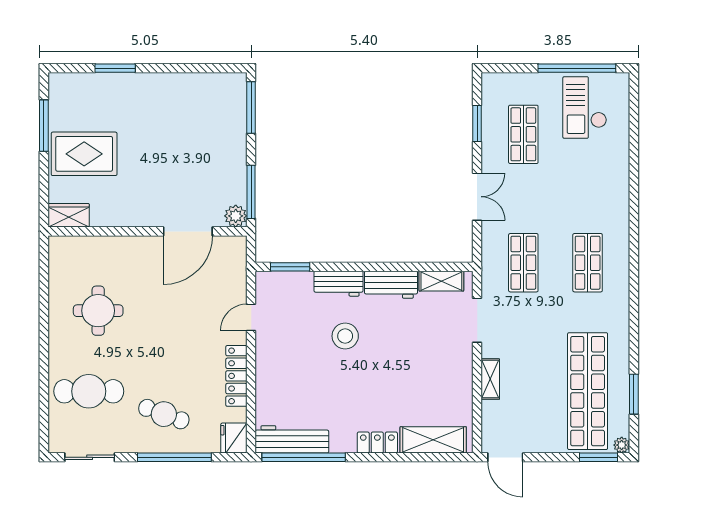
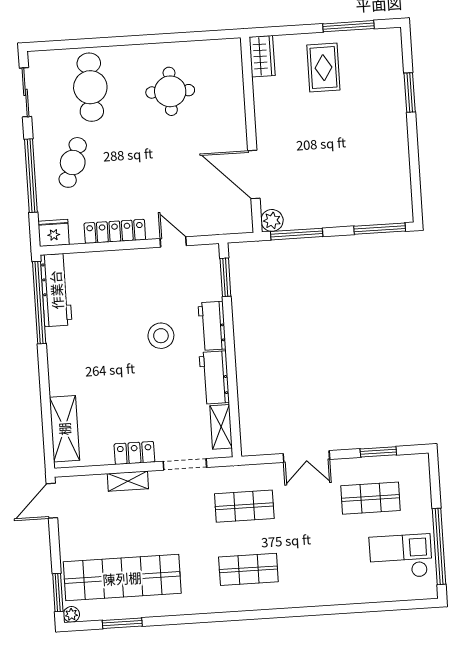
rug: (84, 154) -> (323, 68), width x0.73, depth x0.70
locker: (377, 442) -> (134, 453), moved, turned -90

